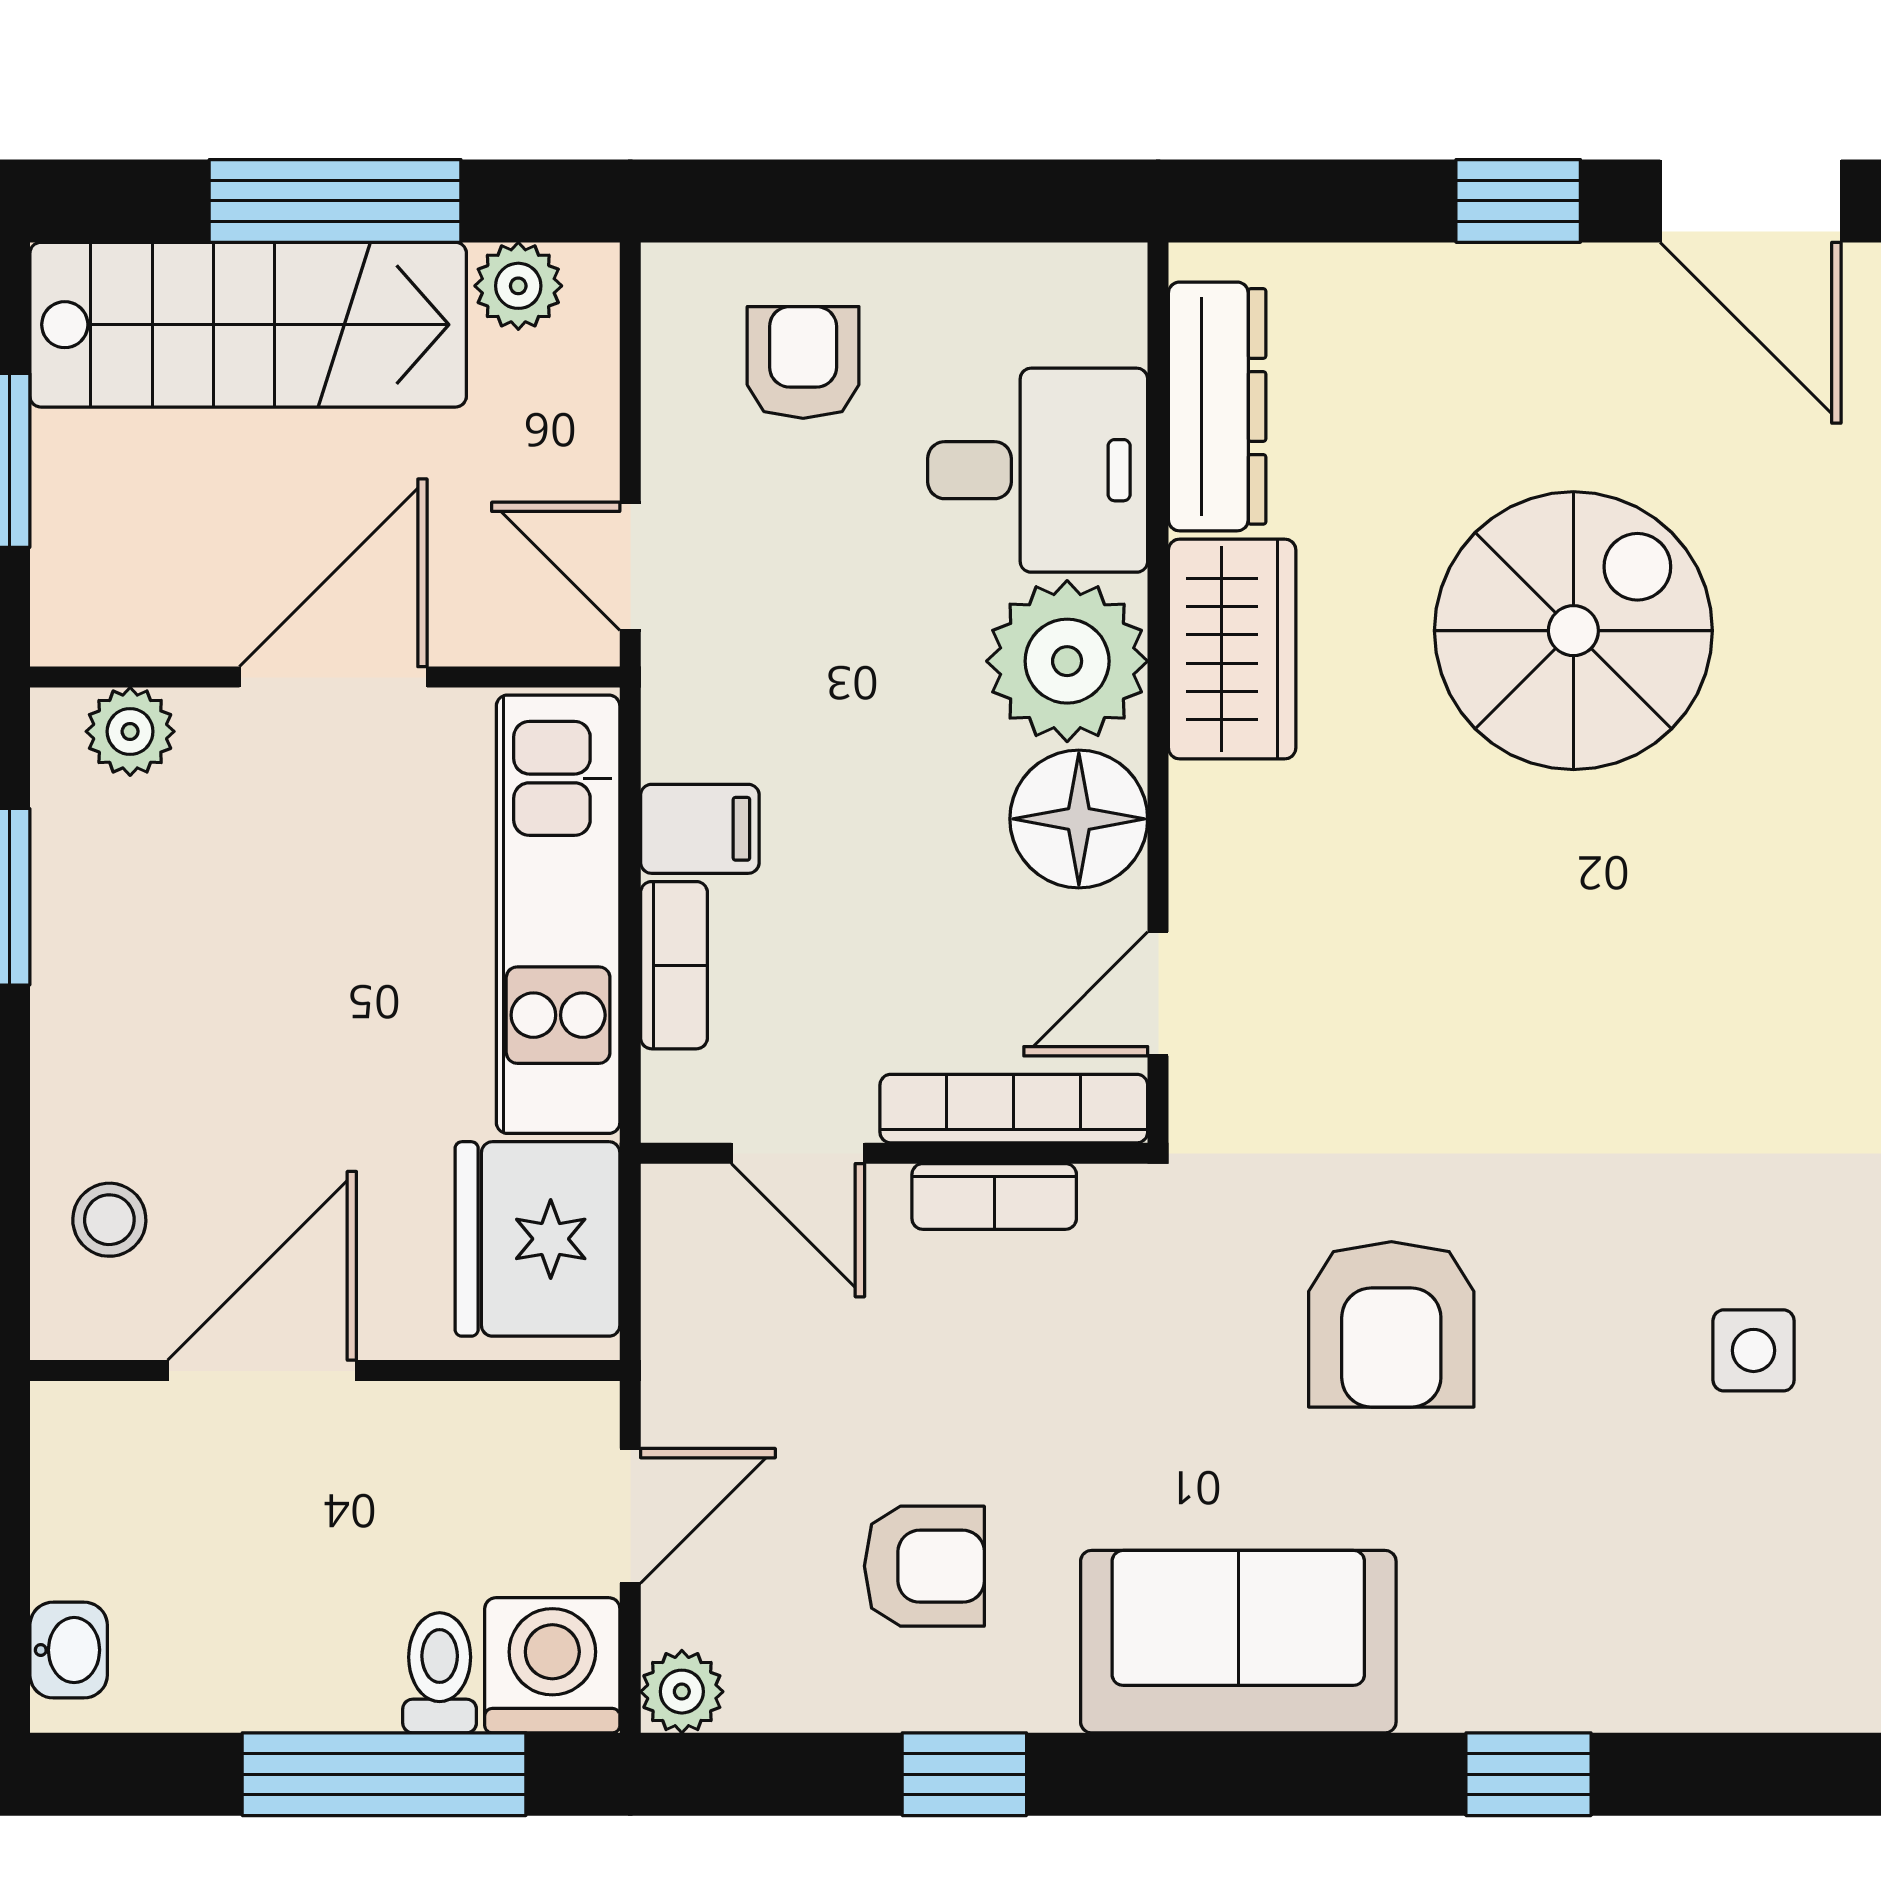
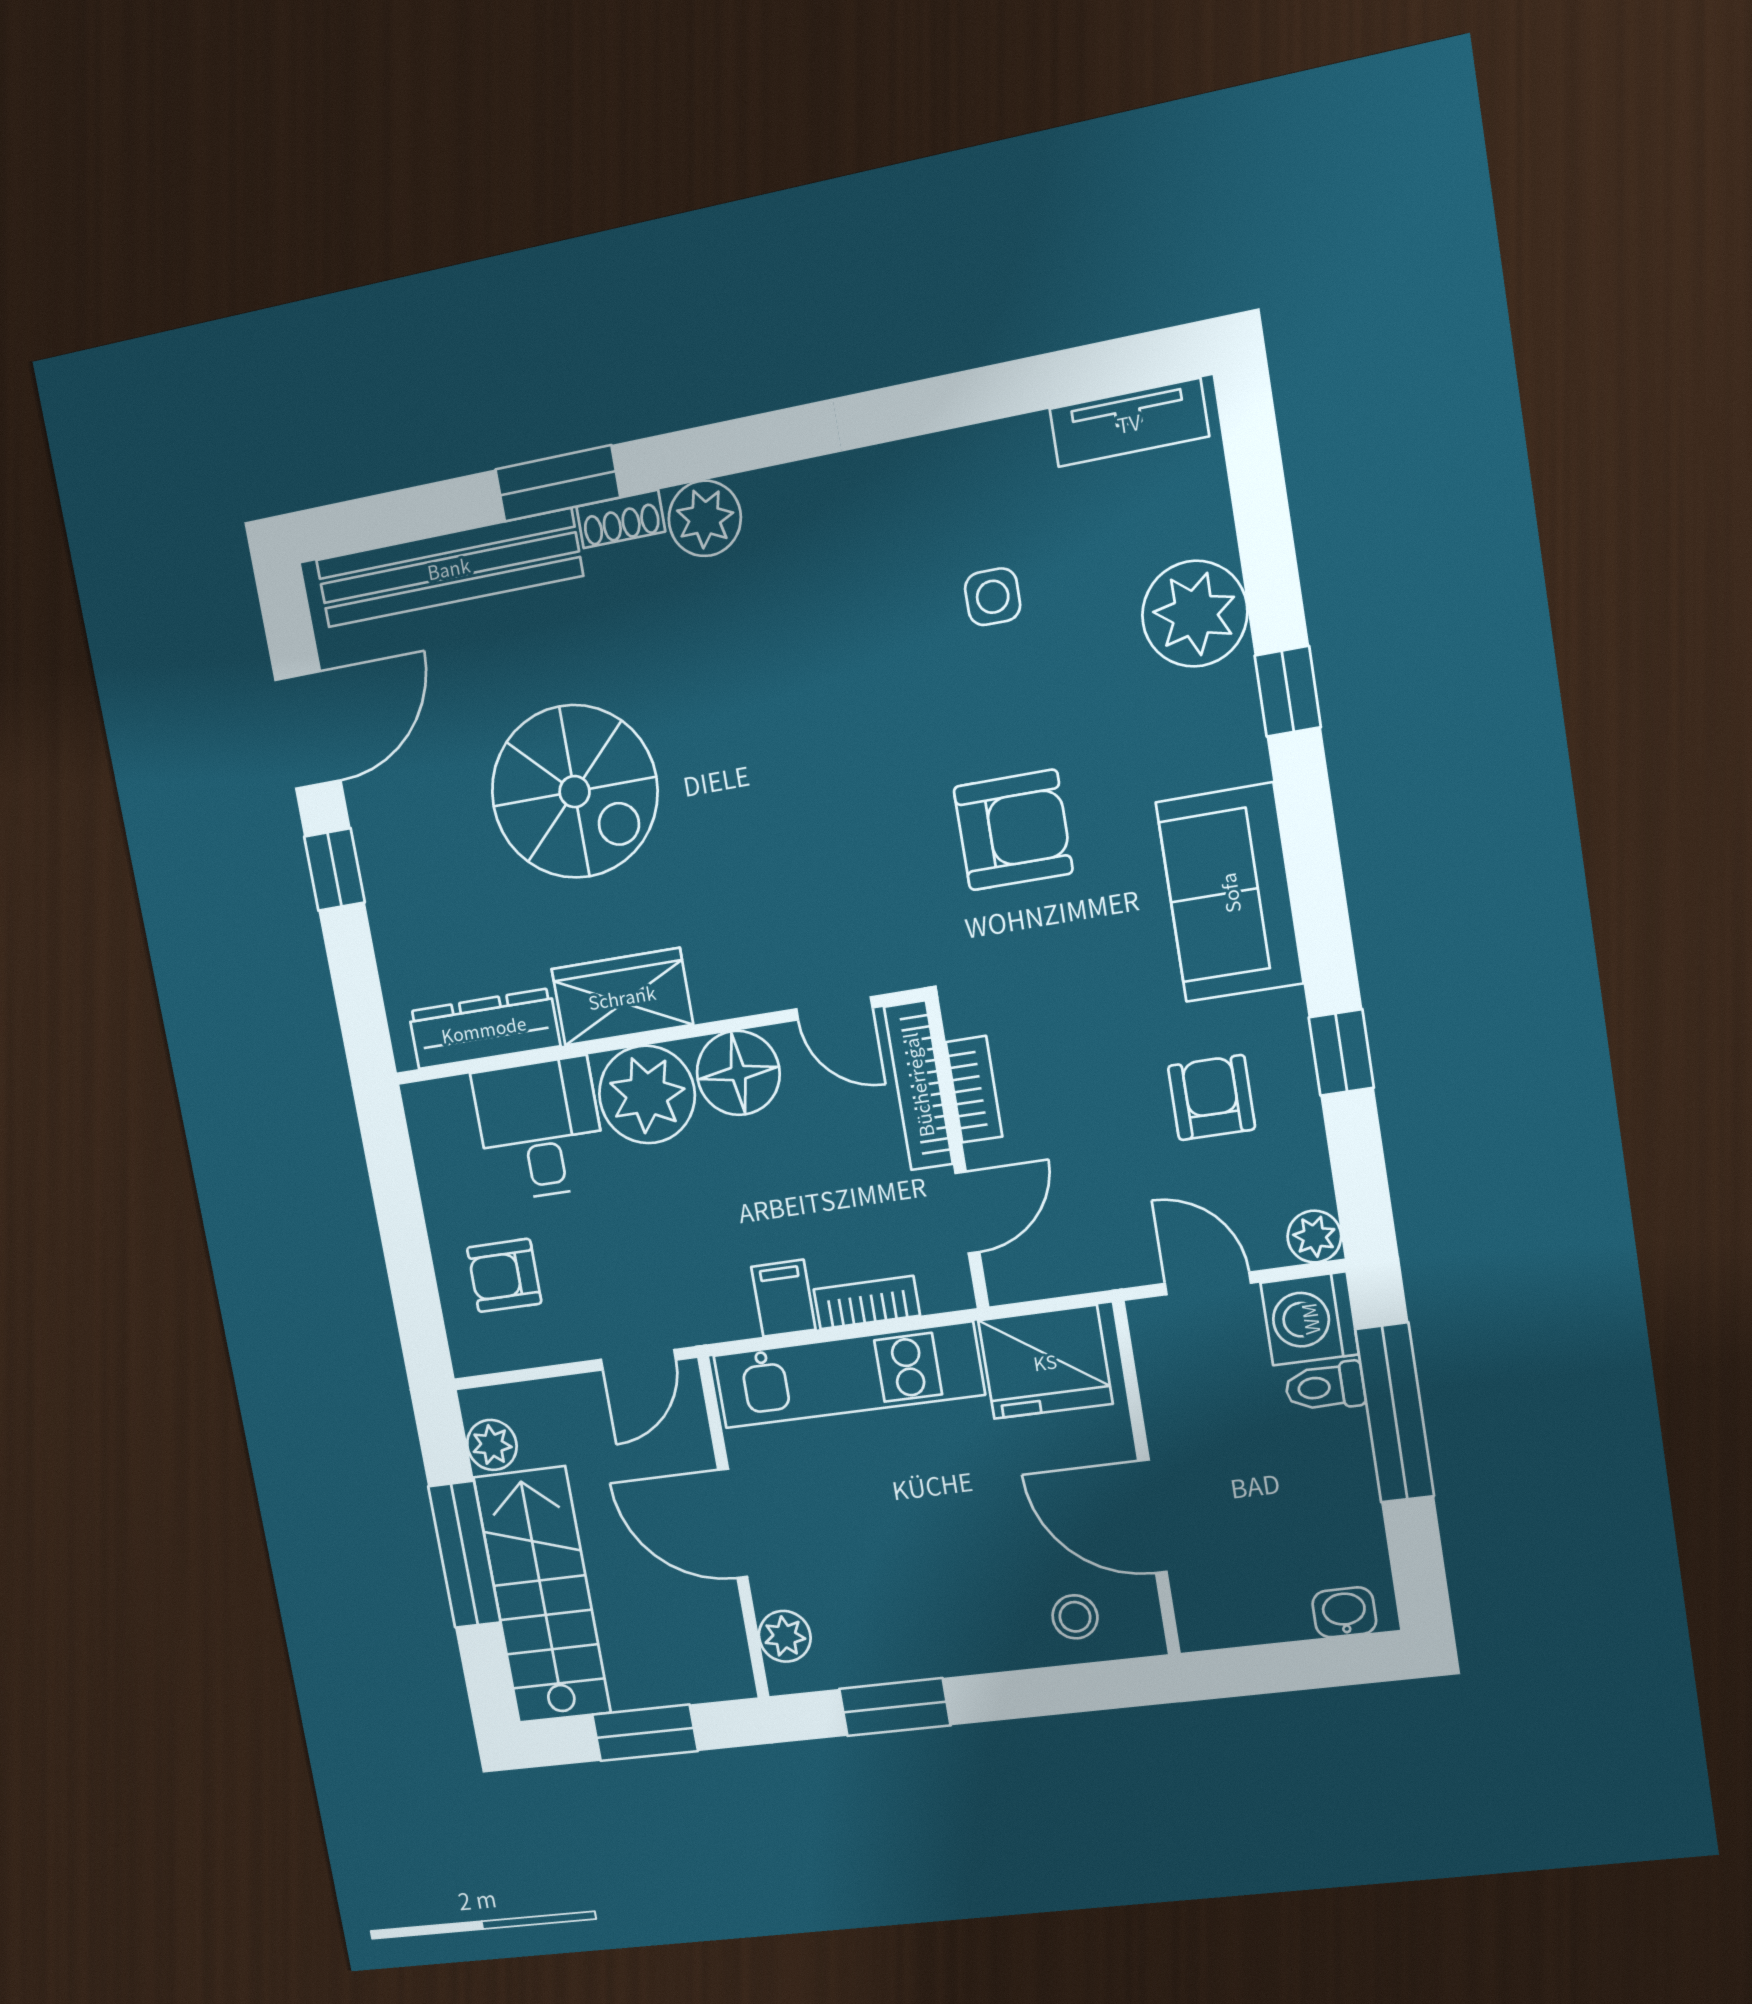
spiral stairs: (1573, 631) -> (575, 792), turned 180
plant: (1670, 1653) -> (1195, 614), added

